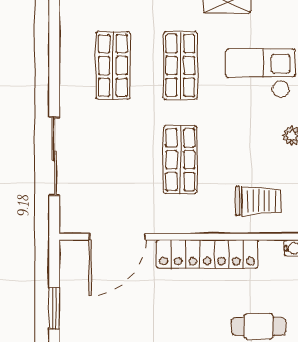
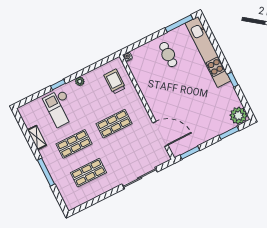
locker: (207, 254) -> (148, 92), removed
window: (54, 308) -> (190, 153), moved

